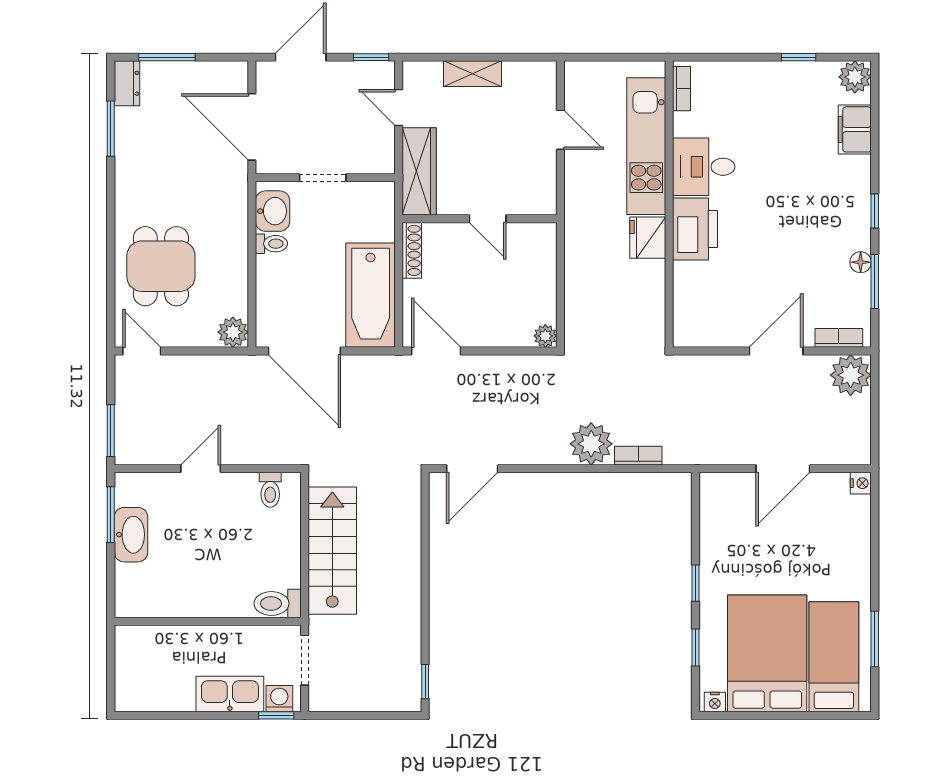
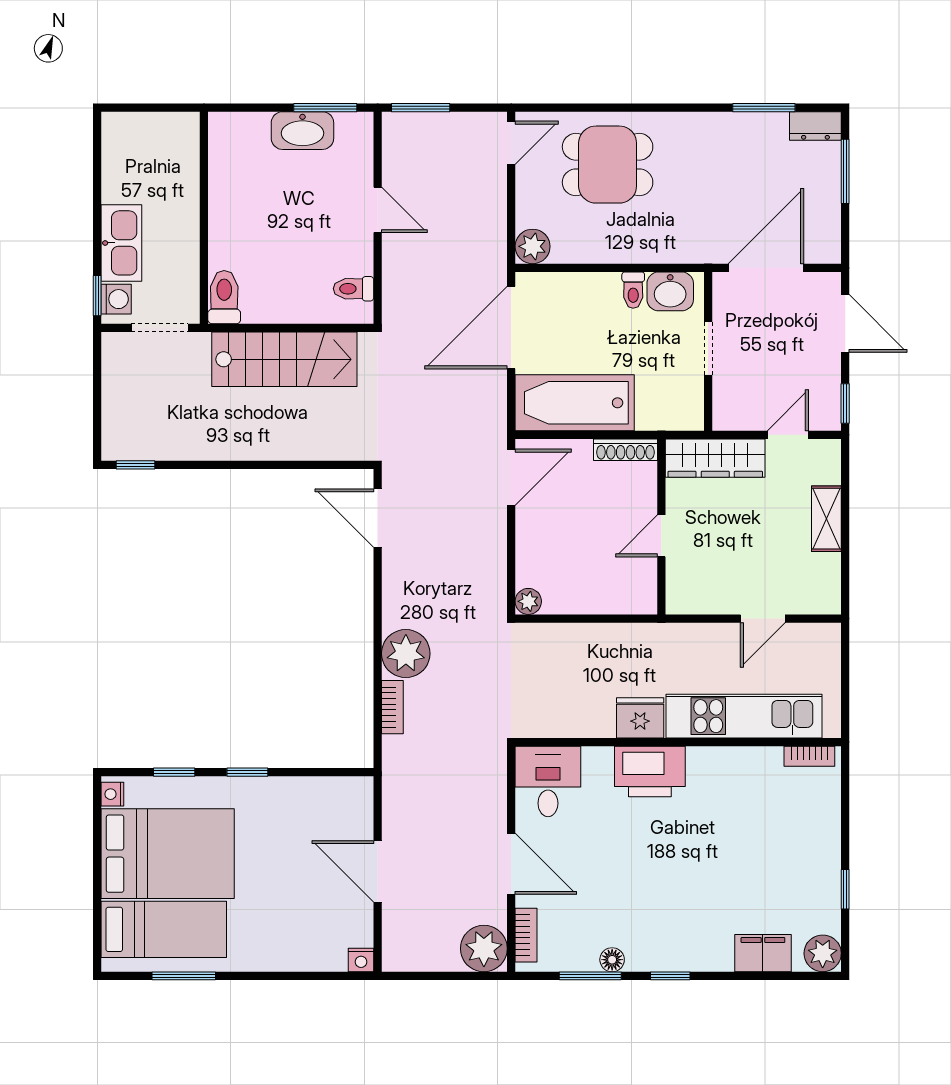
desk: (704, 167) -> (548, 781), moved

